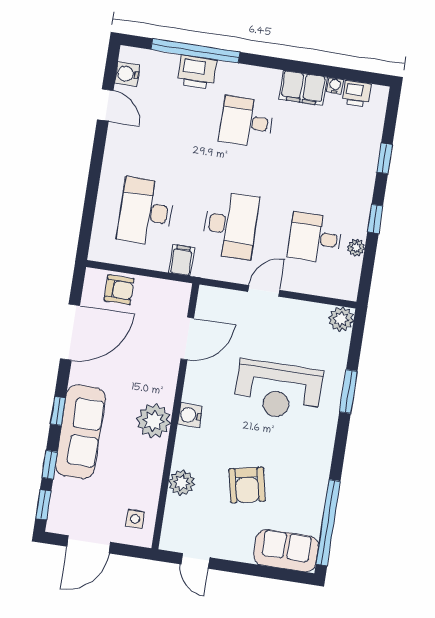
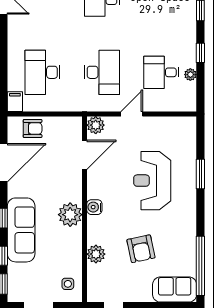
filing cabinet: (182, 260) -> (15, 102), moved
plant: (341, 319) -> (96, 125), moved
reception desk: (278, 390) -> (152, 181), turned 90

